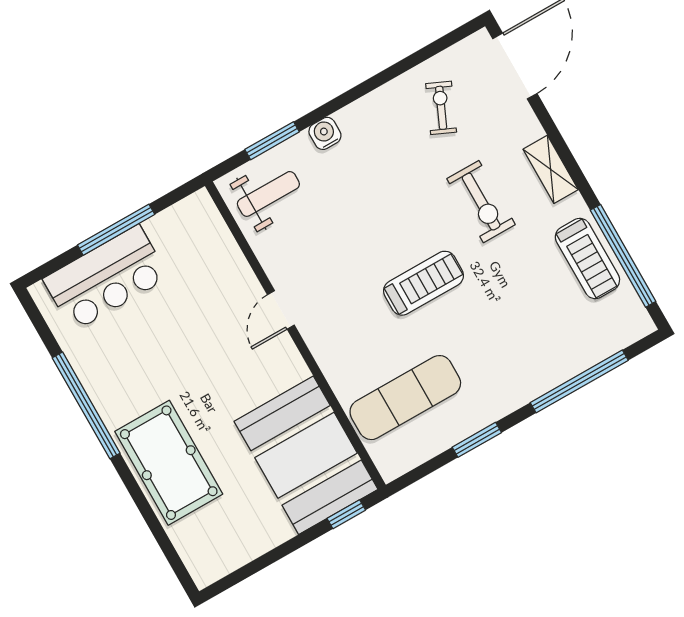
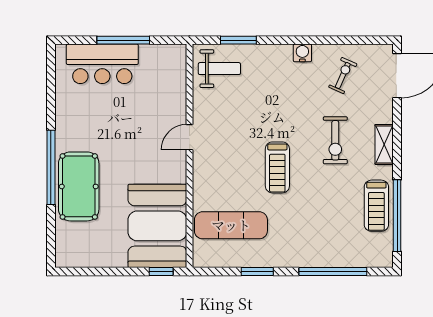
water cooler: (325, 133) -> (302, 53), moved
treadmill: (424, 283) -> (277, 167), turned 90
window: (86, 405) -> (51, 167), moved

